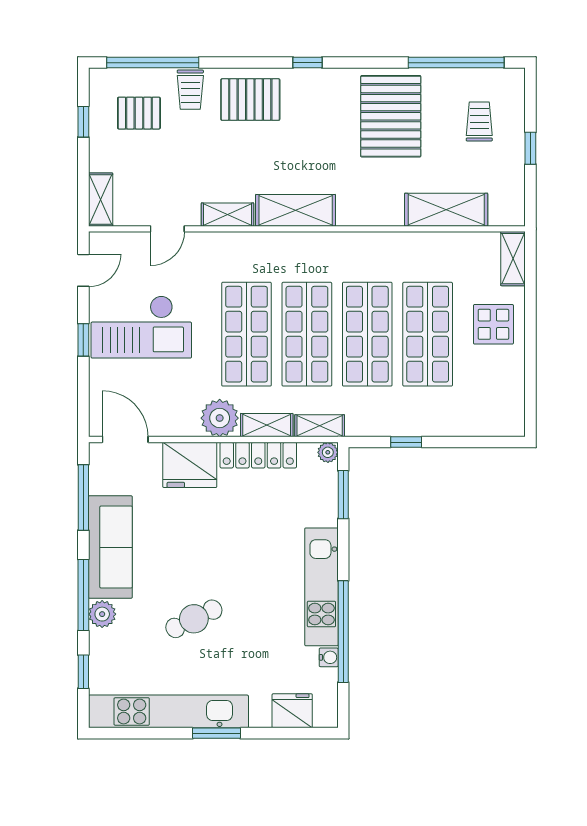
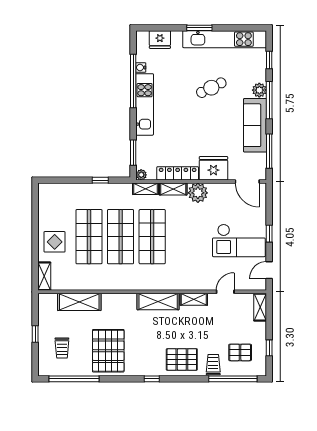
checkout: (141, 327) -> (239, 240), turned 180
shop shelf: (246, 334) -> (184, 237), removed

